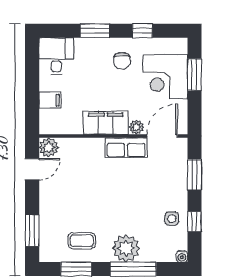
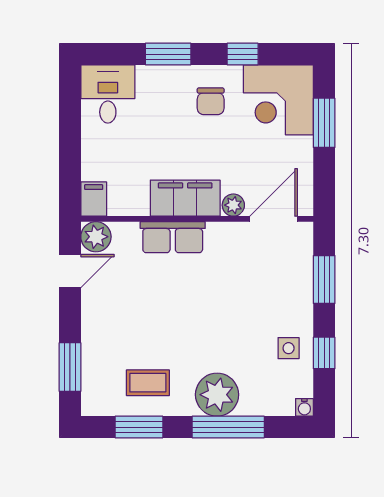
corner desk: (165, 77) -> (278, 100), moved
filing cabinet: (50, 100) -> (94, 199), moved, turned -90
row of seats: (126, 148) -> (173, 237), moved

